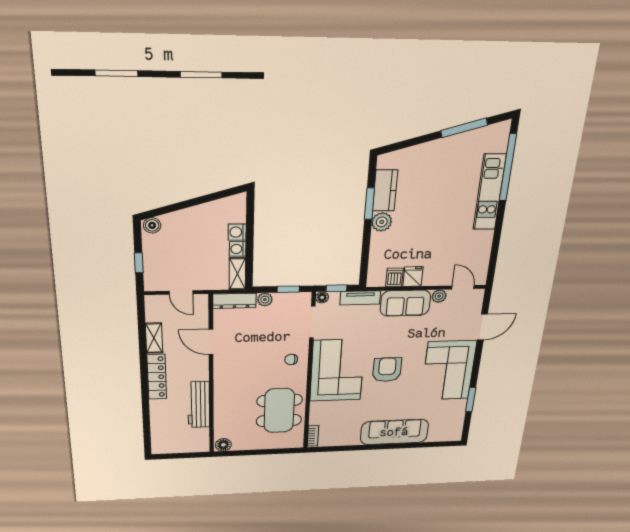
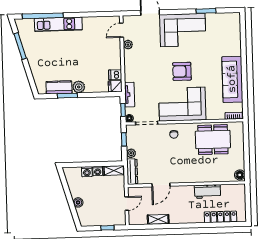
boiler: (152, 225) -> (78, 202), moved
fridge: (413, 277) -> (115, 86), moved
sofa: (405, 303) -> (133, 66), removed
locker: (157, 377) -> (220, 217), moved
workbench: (199, 405) -> (208, 192), width x0.73
sofa: (394, 432) -> (232, 79), moved

